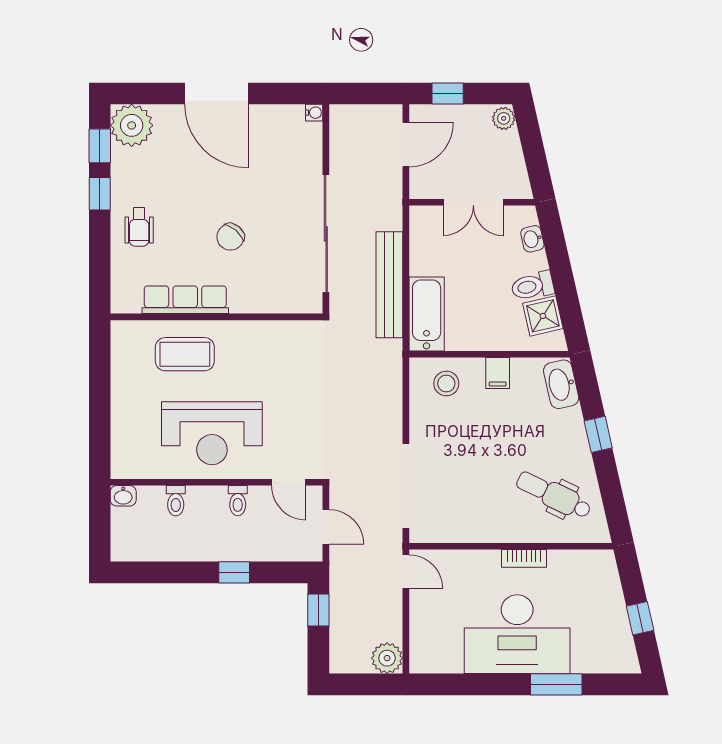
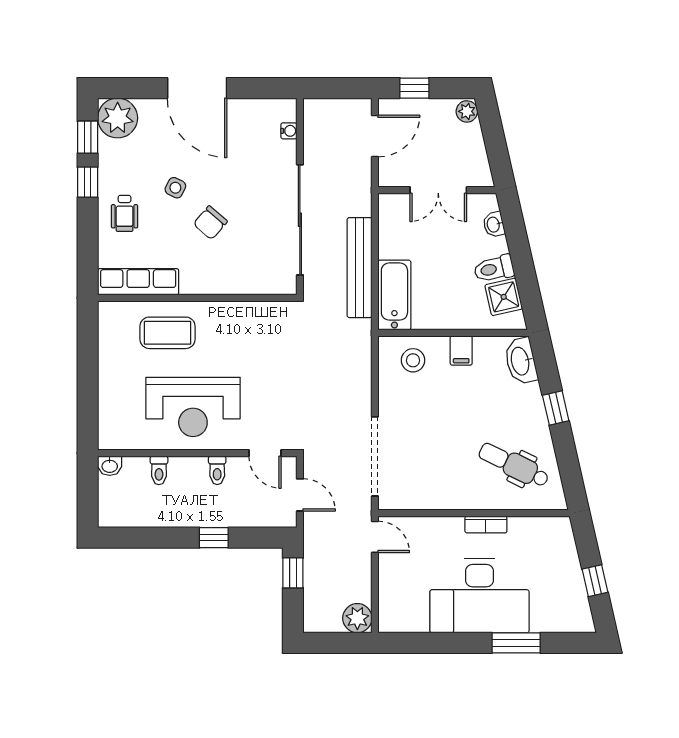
water cooler: (314, 113) -> (289, 131), moved
side table: (193, 200) -> (175, 188), added
row of seats: (185, 300) -> (138, 282), moved

